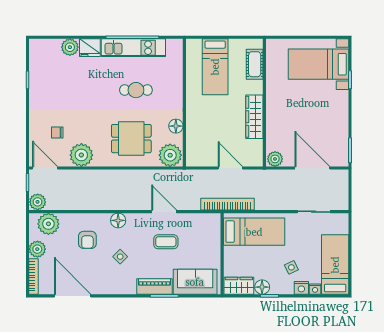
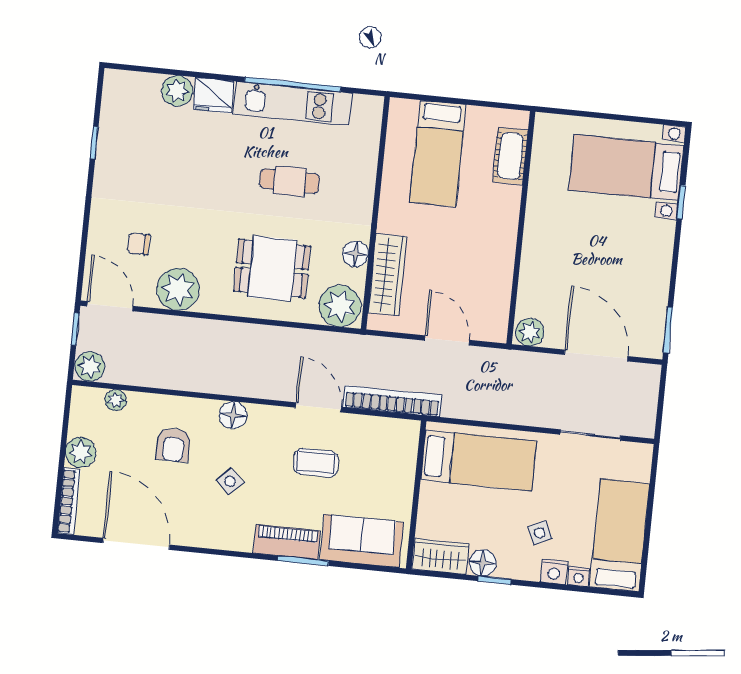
wardrobe: (254, 117) -> (387, 275), moved, turned 180
bookcase: (228, 204) -> (392, 401), moved
plant: (48, 224) -> (116, 400), width x0.53, depth x0.53

